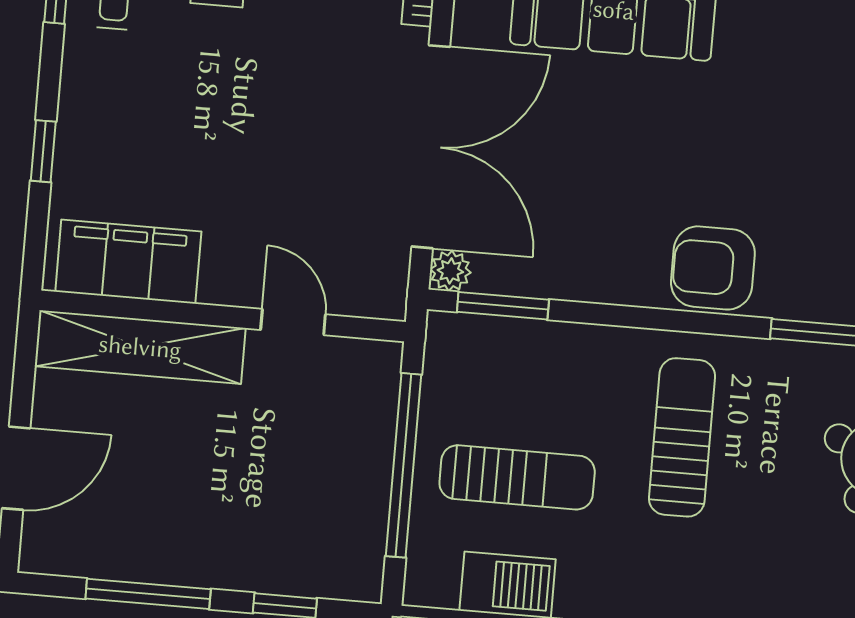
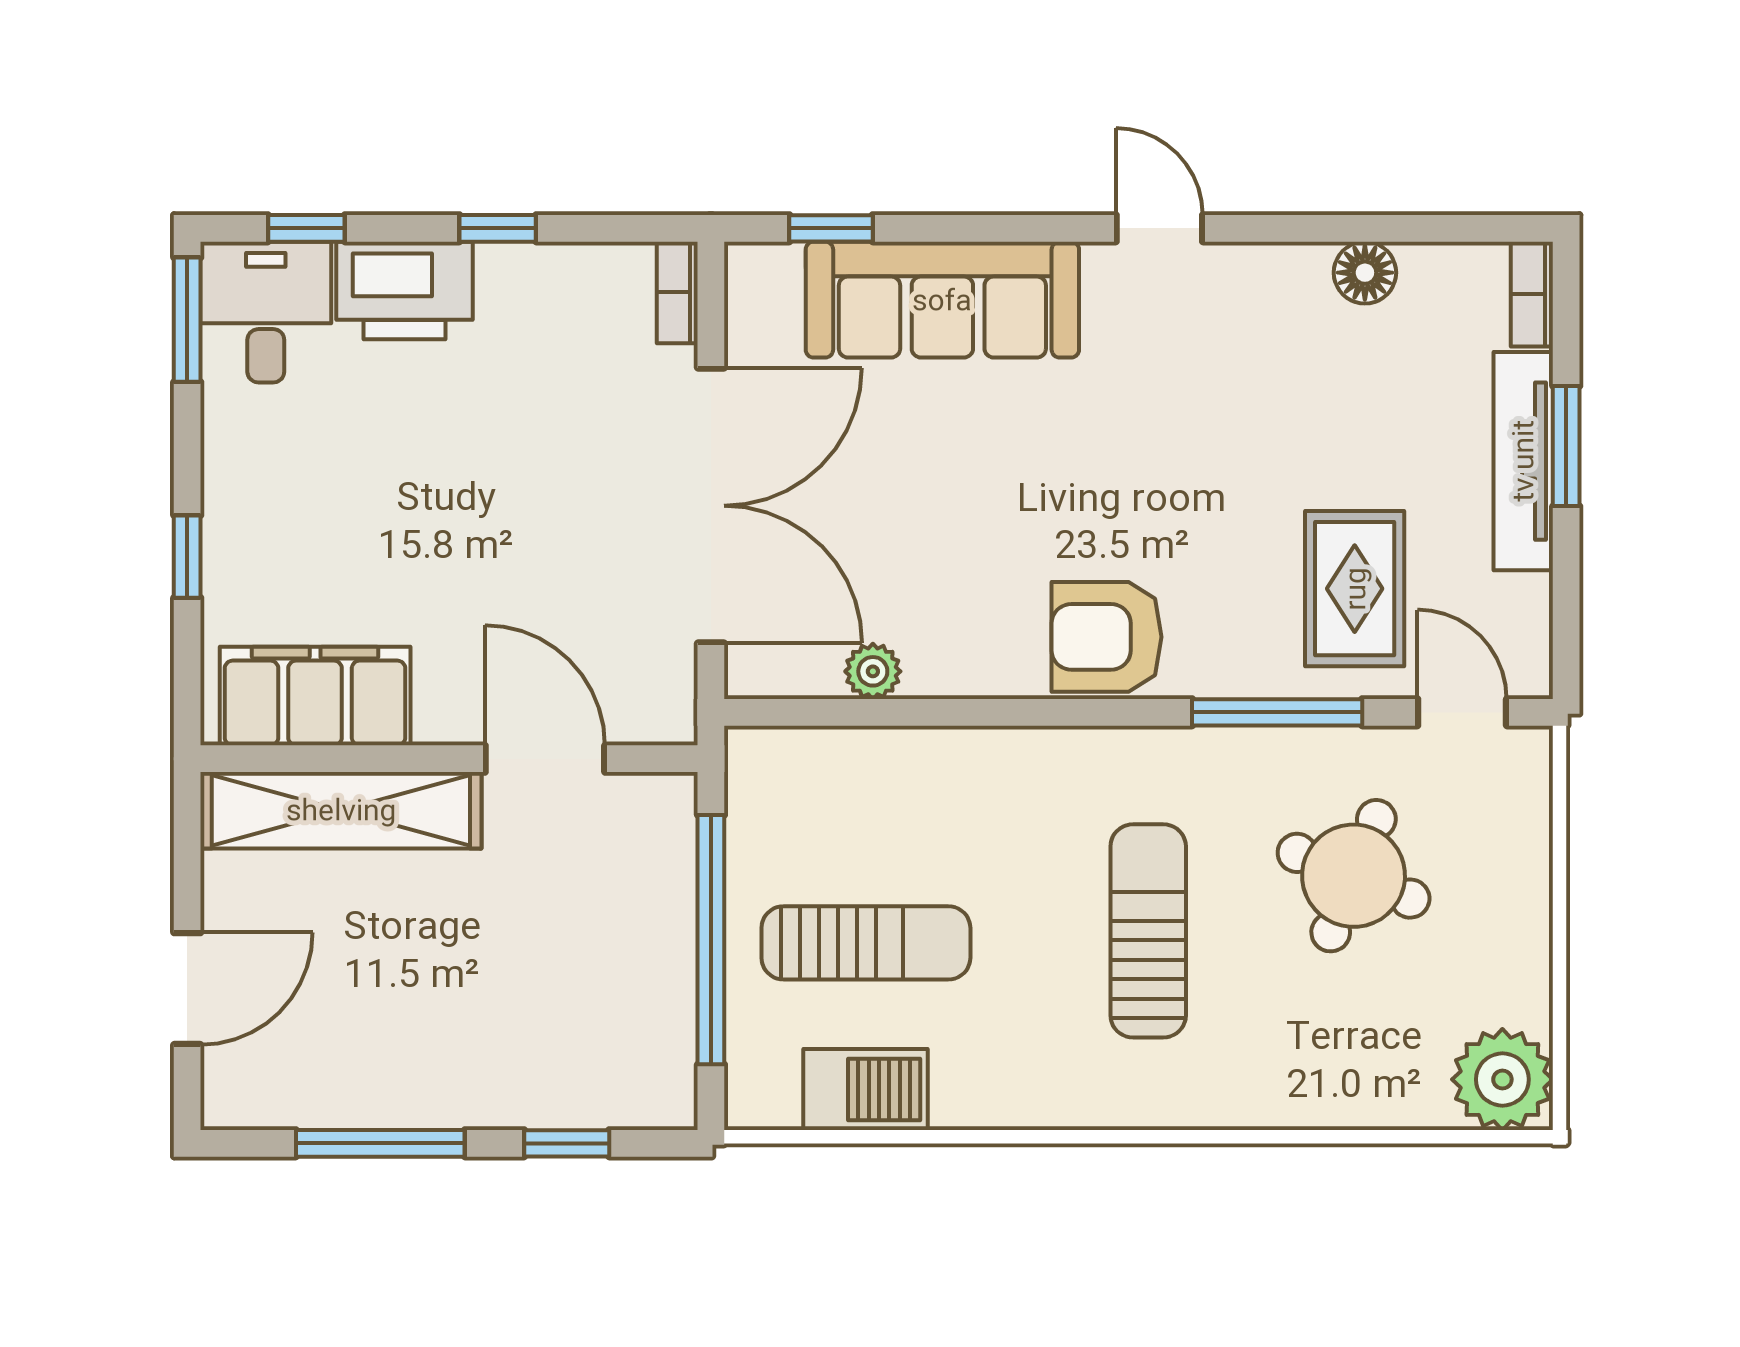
plant: (450, 271) -> (873, 671), moved
window: (503, 306) -> (827, 712), removed
door: (293, 322) -> (545, 759), width x1.38
sun lounger: (682, 437) -> (1148, 931), moved

